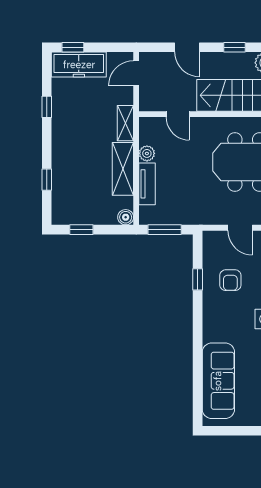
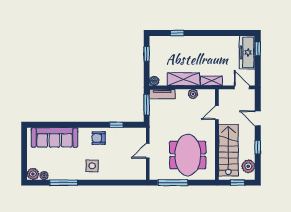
door: (187, 47) -> (258, 118), hinge flipped
window: (47, 107) -> (221, 33), removed
tv unit: (147, 184) -> (162, 94), moved
armchair: (230, 280) -> (99, 138), moved

